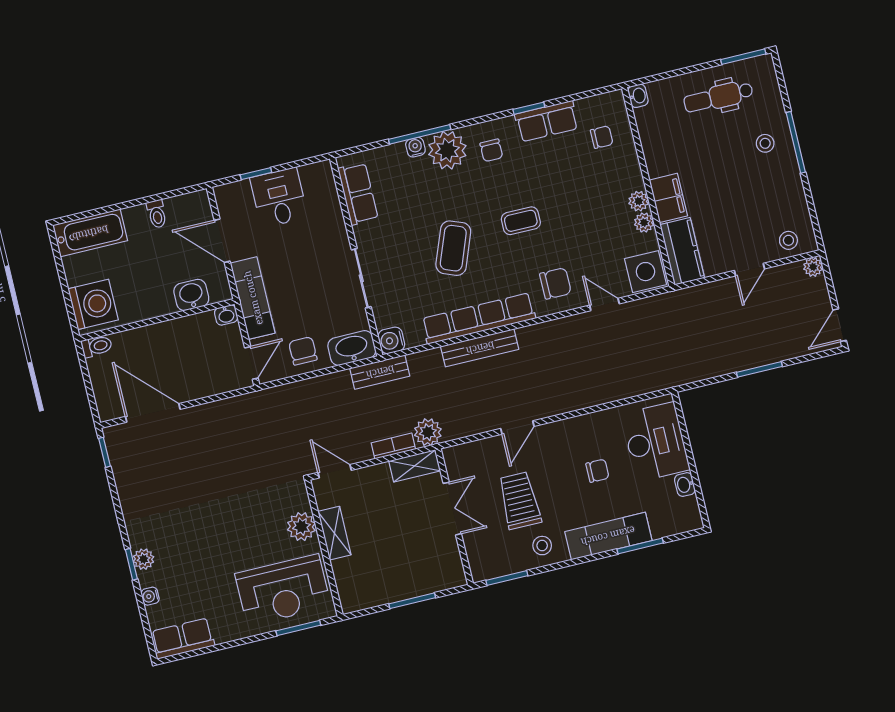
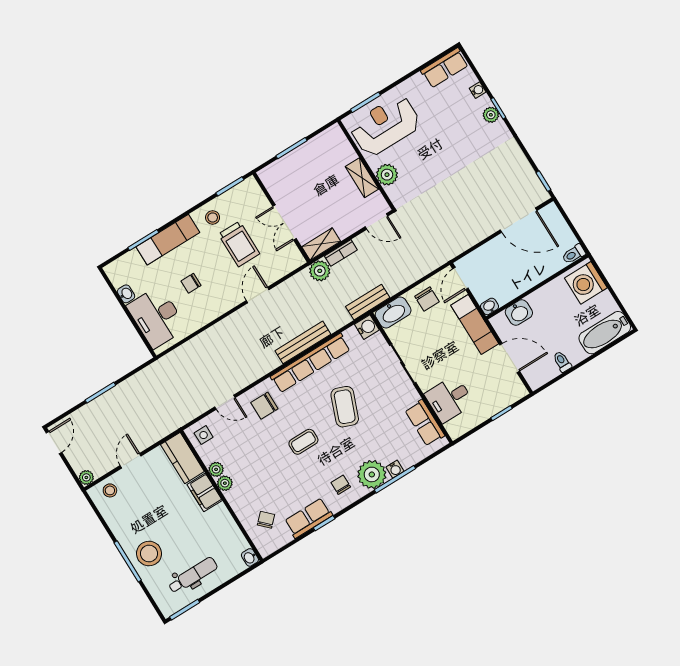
chair: (602, 137) -> (266, 520), turned 135
stool: (765, 143) -> (149, 554), width x1.89, depth x1.89
desk: (279, 198) -> (449, 399), moved, turned 90
side table: (645, 272) -> (204, 435), width x0.54, depth x0.54

